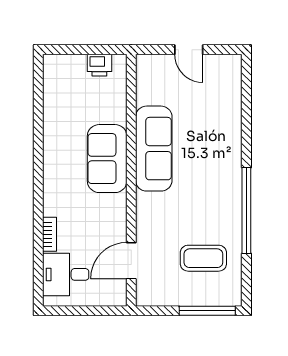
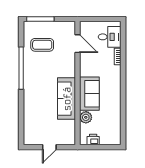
door: (189, 50) -> (49, 147), swing flipped
plant: (114, 110) -> (86, 117), added
door: (131, 261) -> (78, 44), hinge flipped

